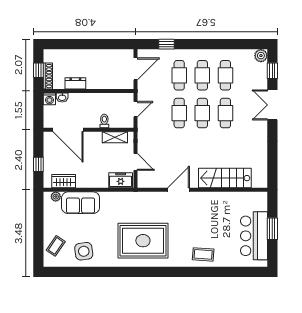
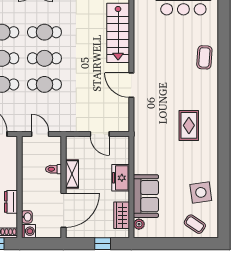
shelving: (115, 137) -> (72, 174), moved
door: (135, 162) -> (100, 134), swing flipped
freezer: (121, 180) -> (121, 178), moved
rug: (143, 241) -> (189, 125), width x0.54, depth x0.49

